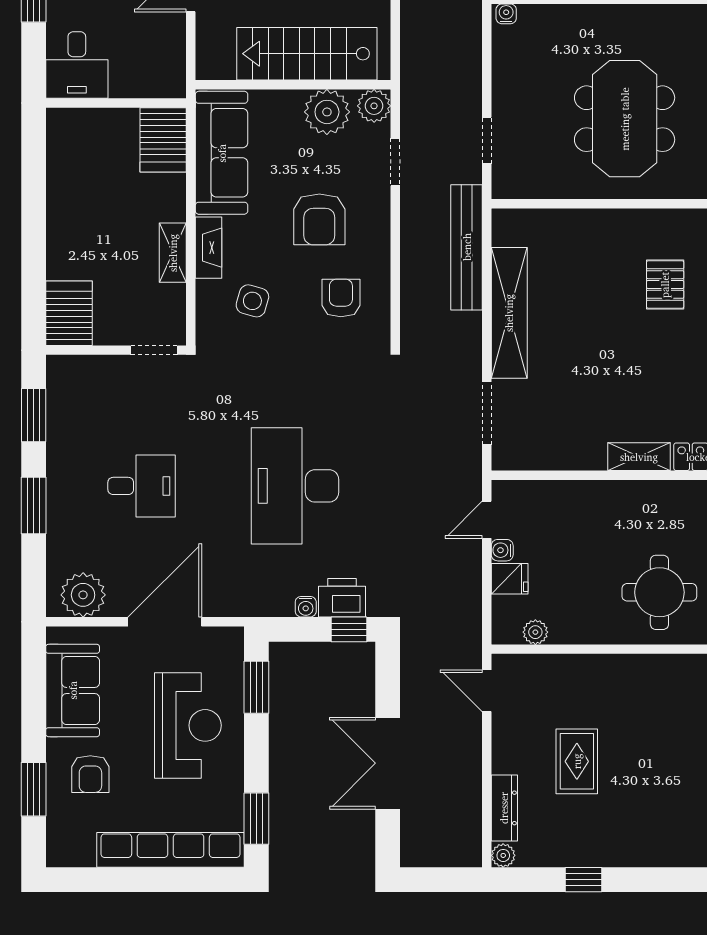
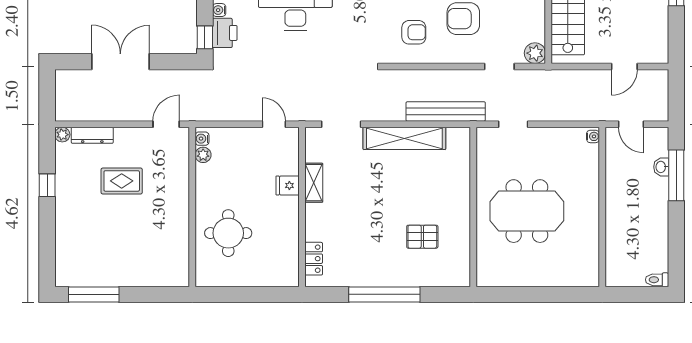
plant: (327, 112) -> (531, 23), removed
shelving: (639, 457) -> (314, 183), moved
water cooler: (502, 550) -> (202, 139), moved, turned -90
fridge: (510, 579) -> (288, 185), moved, turned 90

